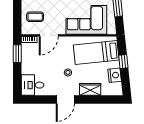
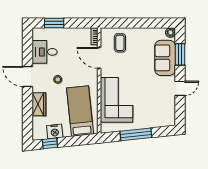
window: (17, 54) -> (54, 23), moved
window: (123, 62) -> (50, 143), moved
desk: (33, 85) -> (45, 52), moved, turned -90

